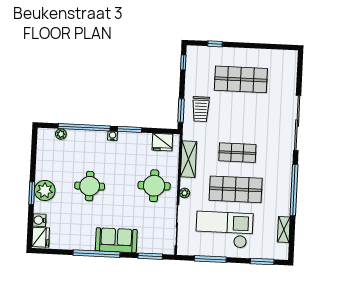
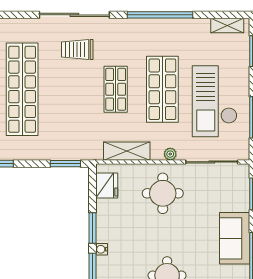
shop shelf: (241, 79) -> (22, 89), width x1.40
trolley: (201, 109) -> (77, 49), moved, turned 180
shelving: (284, 230) -> (227, 26), moved

